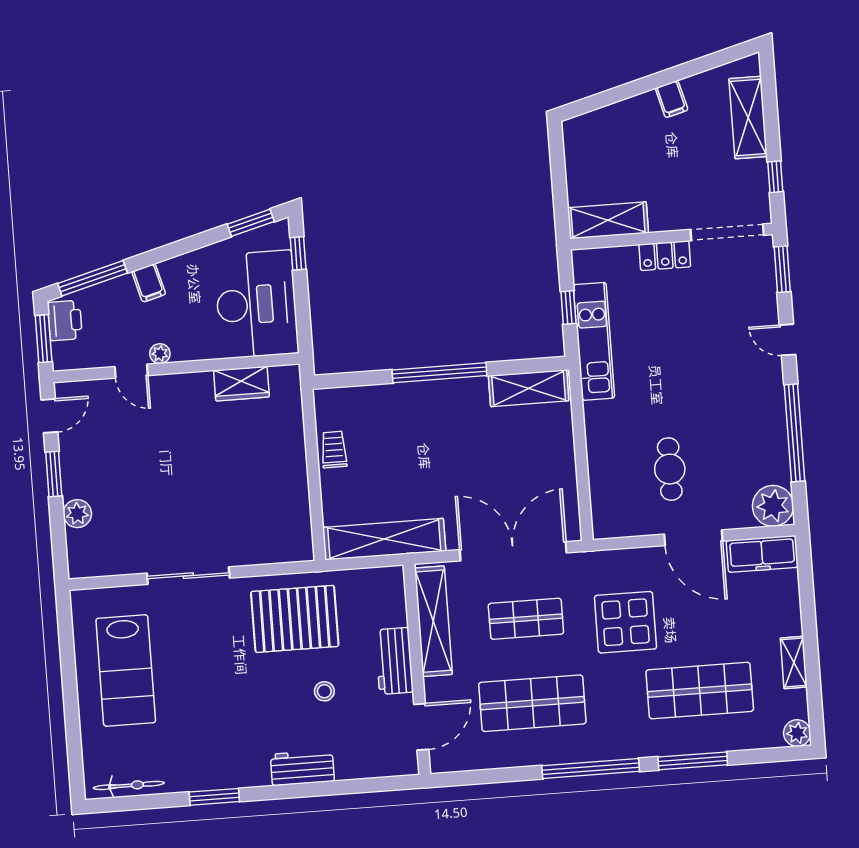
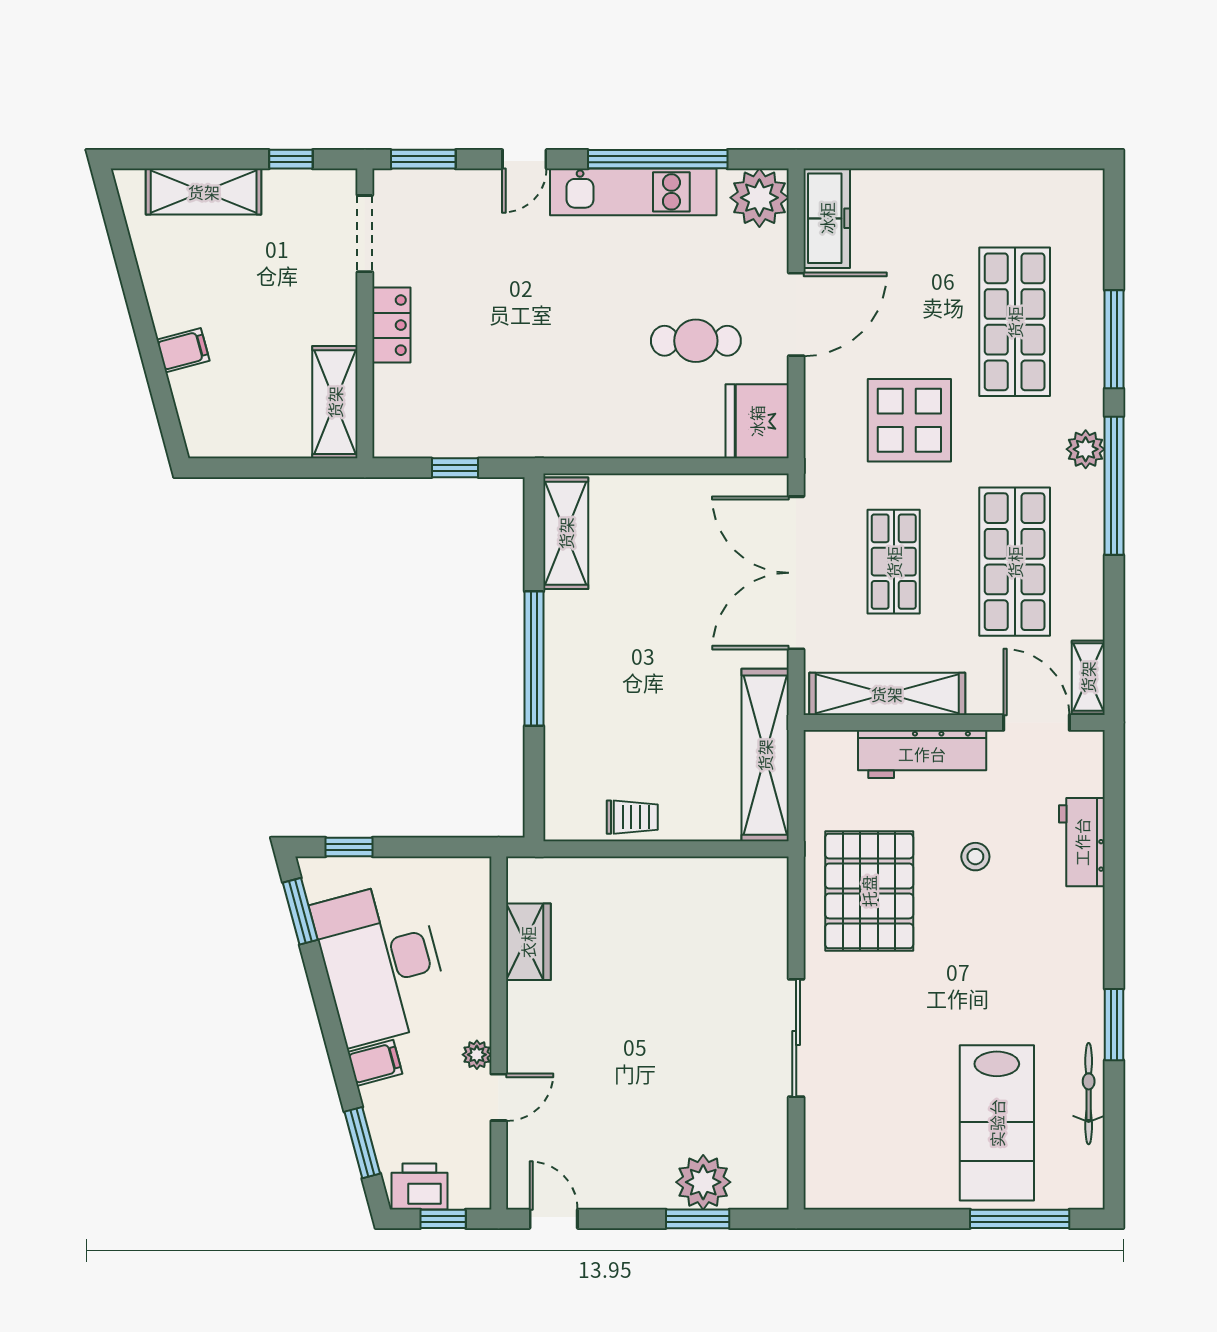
filing cabinet: (672, 99) -> (183, 350), moved
doorway: (727, 232) -> (365, 234), width x0.73
window: (93, 278) -> (362, 1143), width x0.69
desk: (256, 304) -> (381, 963), moved, turned -105
window: (44, 339) -> (443, 1219), width x0.67
kitchen unit: (594, 341) -> (633, 192), moved, turned 180
trolley: (334, 450) -> (632, 817), turned 180
window: (54, 474) -> (698, 1219), moved
plant: (77, 514) -> (703, 1182), width x1.36, depth x1.36
fridge: (617, 516) -> (757, 421), added
workbench: (394, 661) -> (922, 754), width x1.38
shelving: (794, 662) -> (1088, 677), moved, turned 90
lab bench: (126, 670) -> (997, 1123), moved, turned 90
plant: (797, 733) -> (1086, 449), moved
window: (74, 741) -> (1020, 1219), added
workbench: (302, 768) -> (1082, 842), moved
bicycle: (129, 785) -> (1089, 1094), moved

